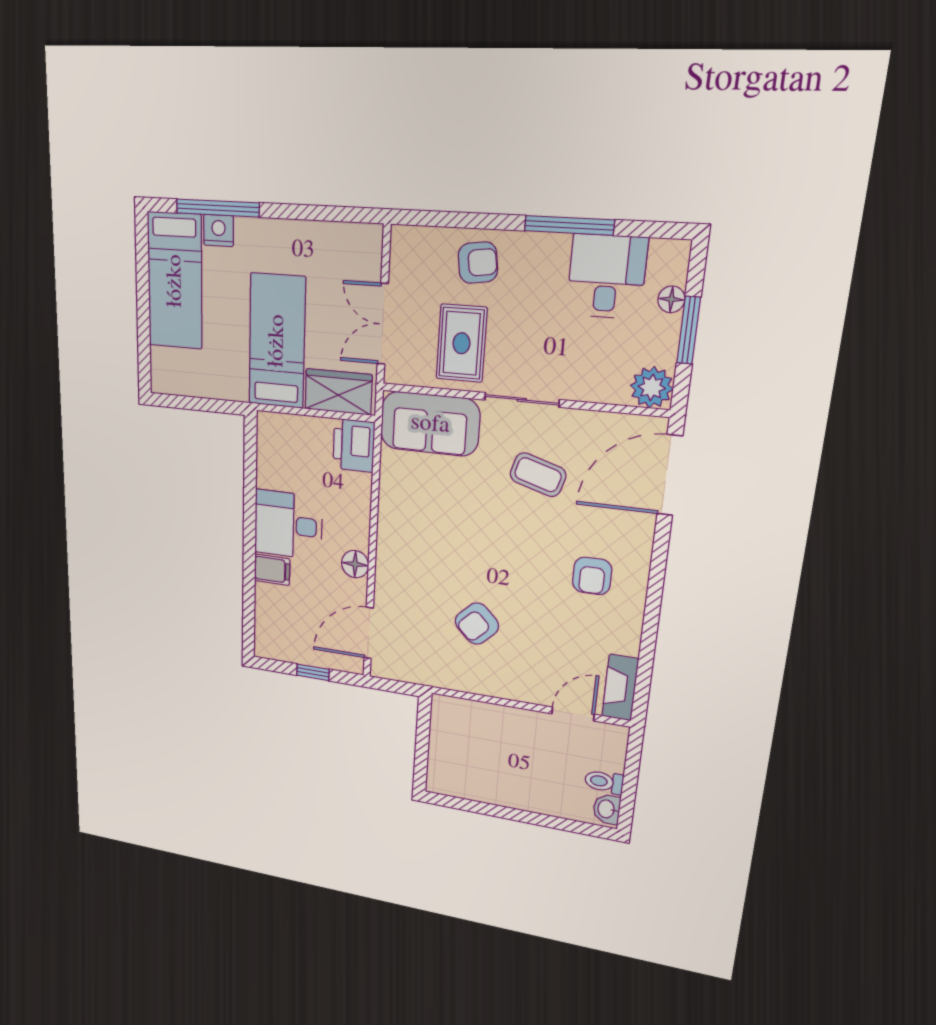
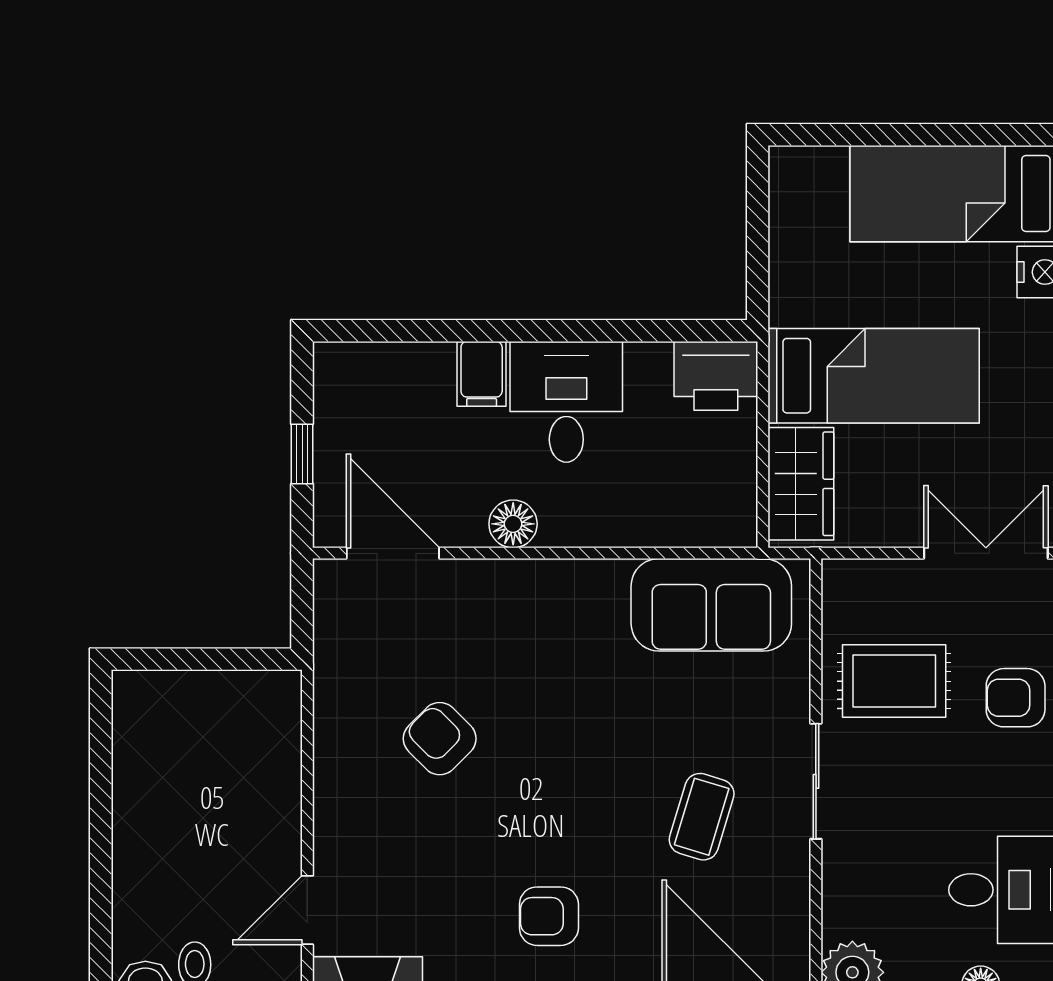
armchair: (478, 263) -> (1016, 698), turned 98
double door: (383, 324) -> (986, 553), moved
sofa: (430, 424) -> (711, 605), moved, turned -90
printer: (354, 445) -> (716, 376), moved, turned 180
door: (573, 714) -> (307, 910), swing flipped

